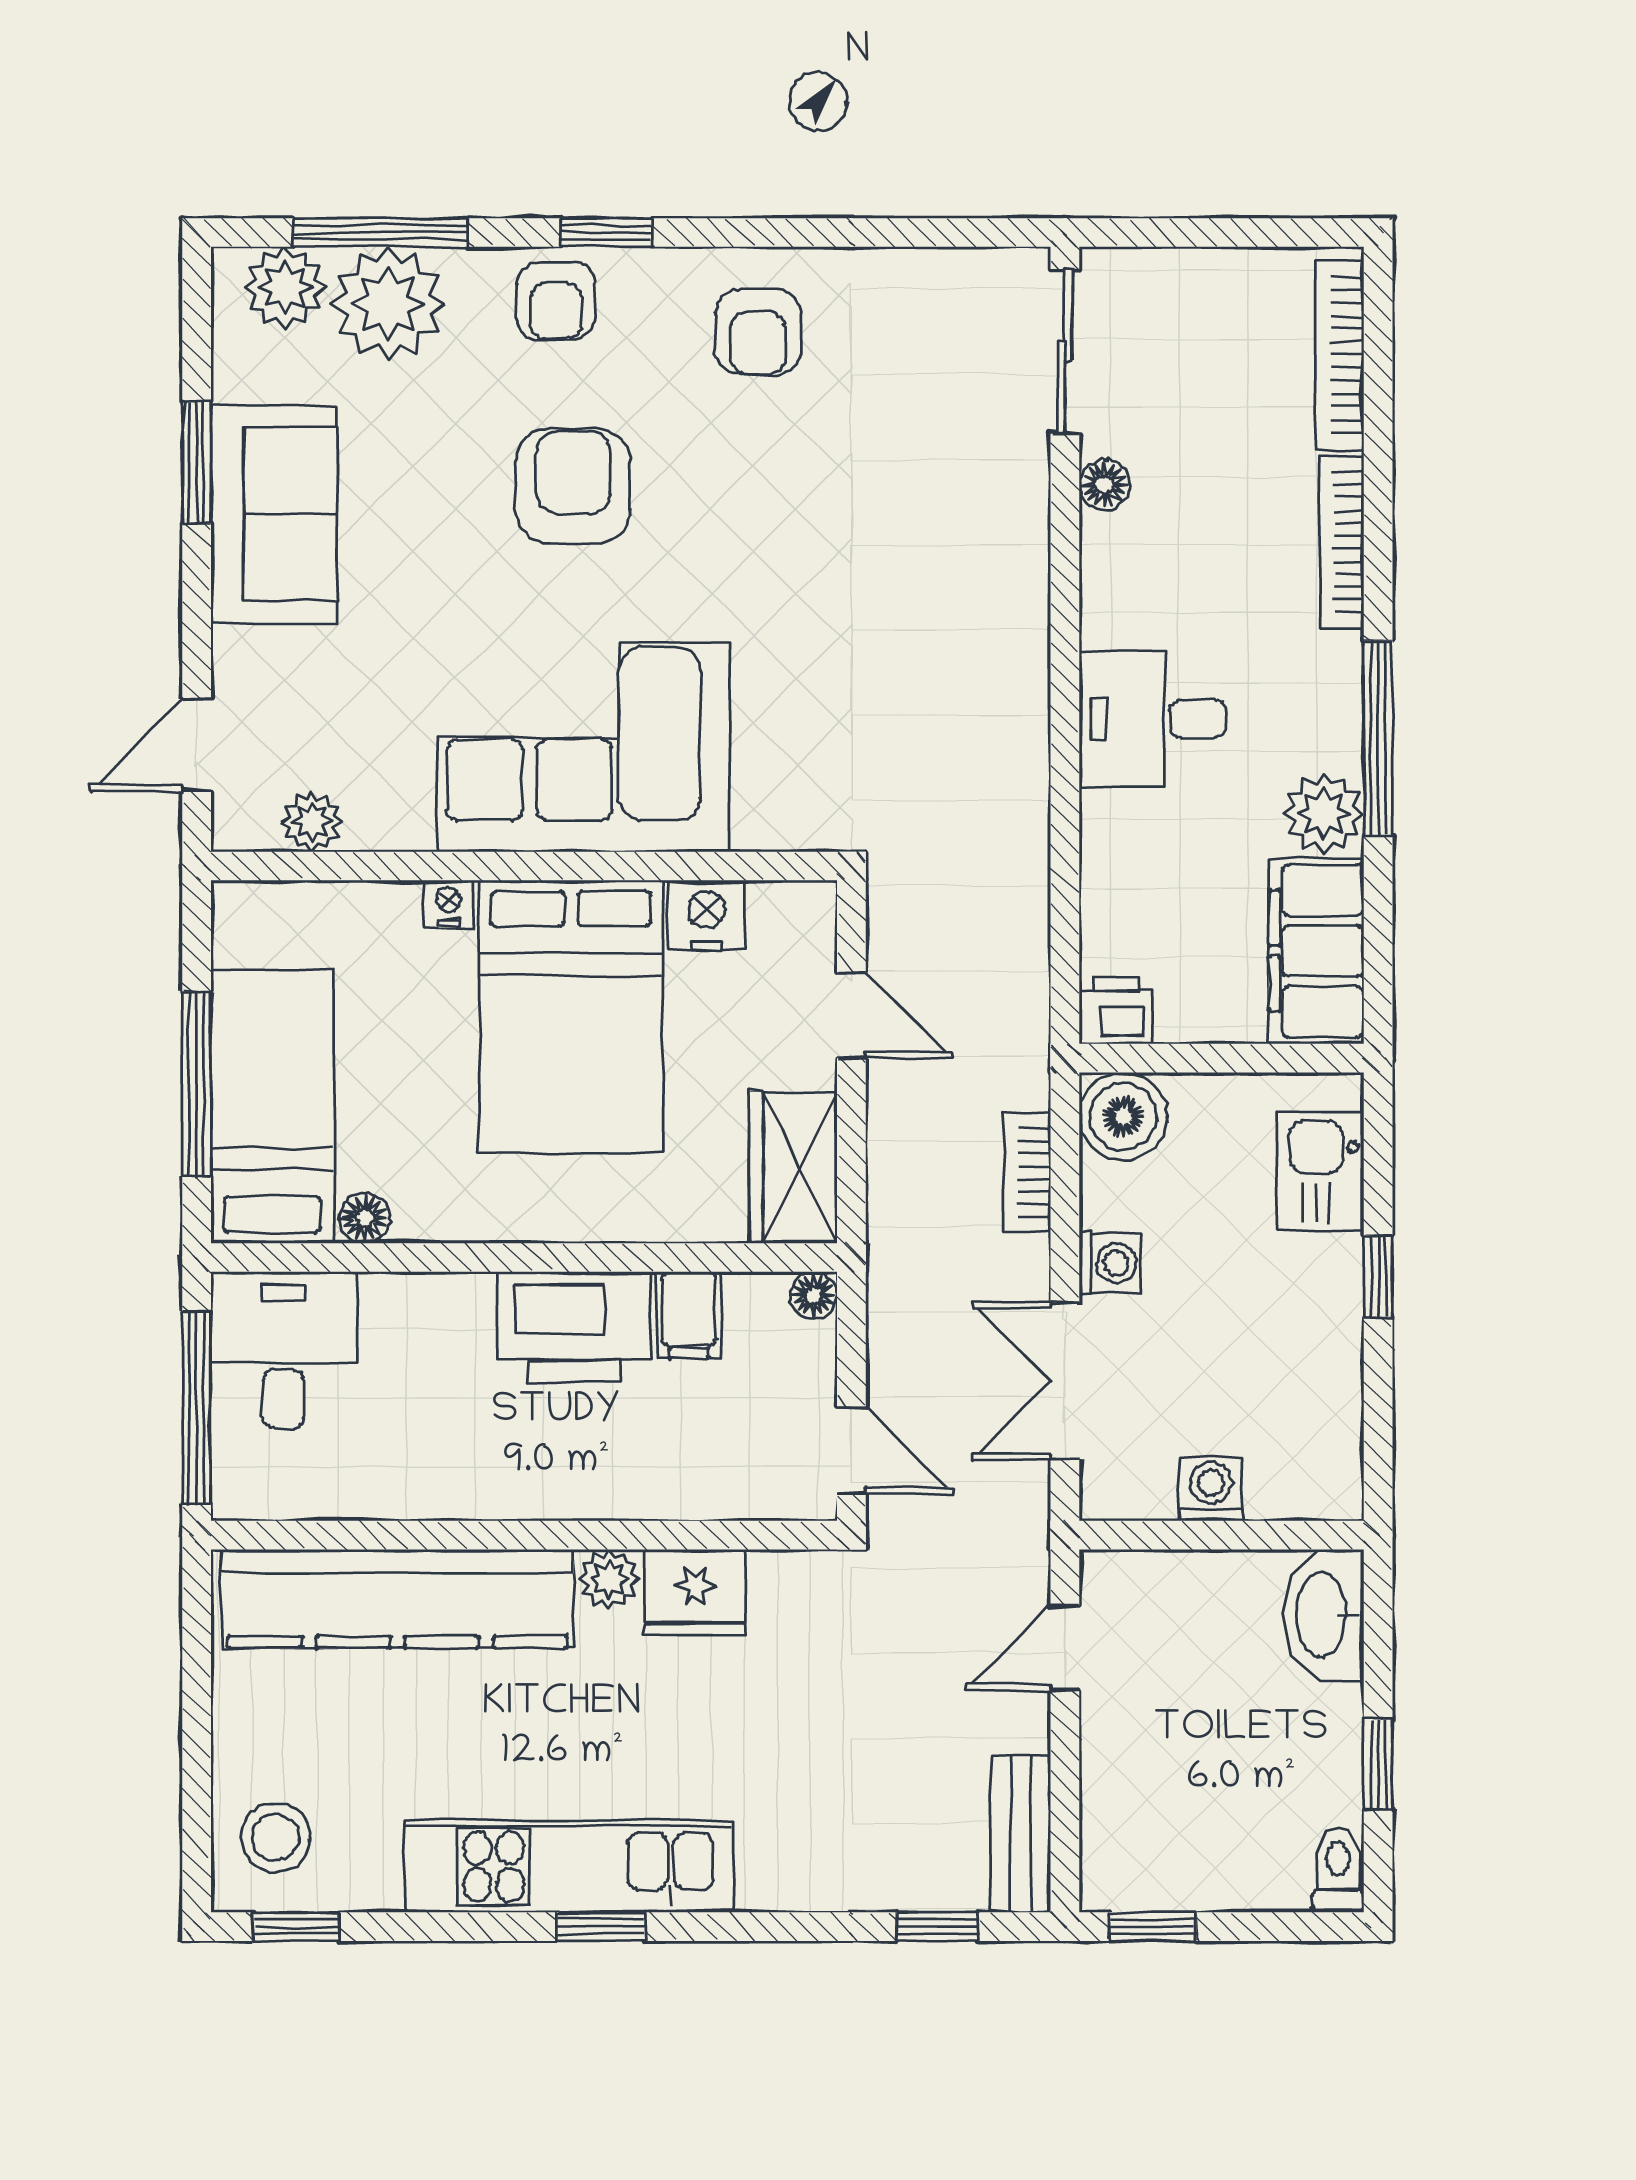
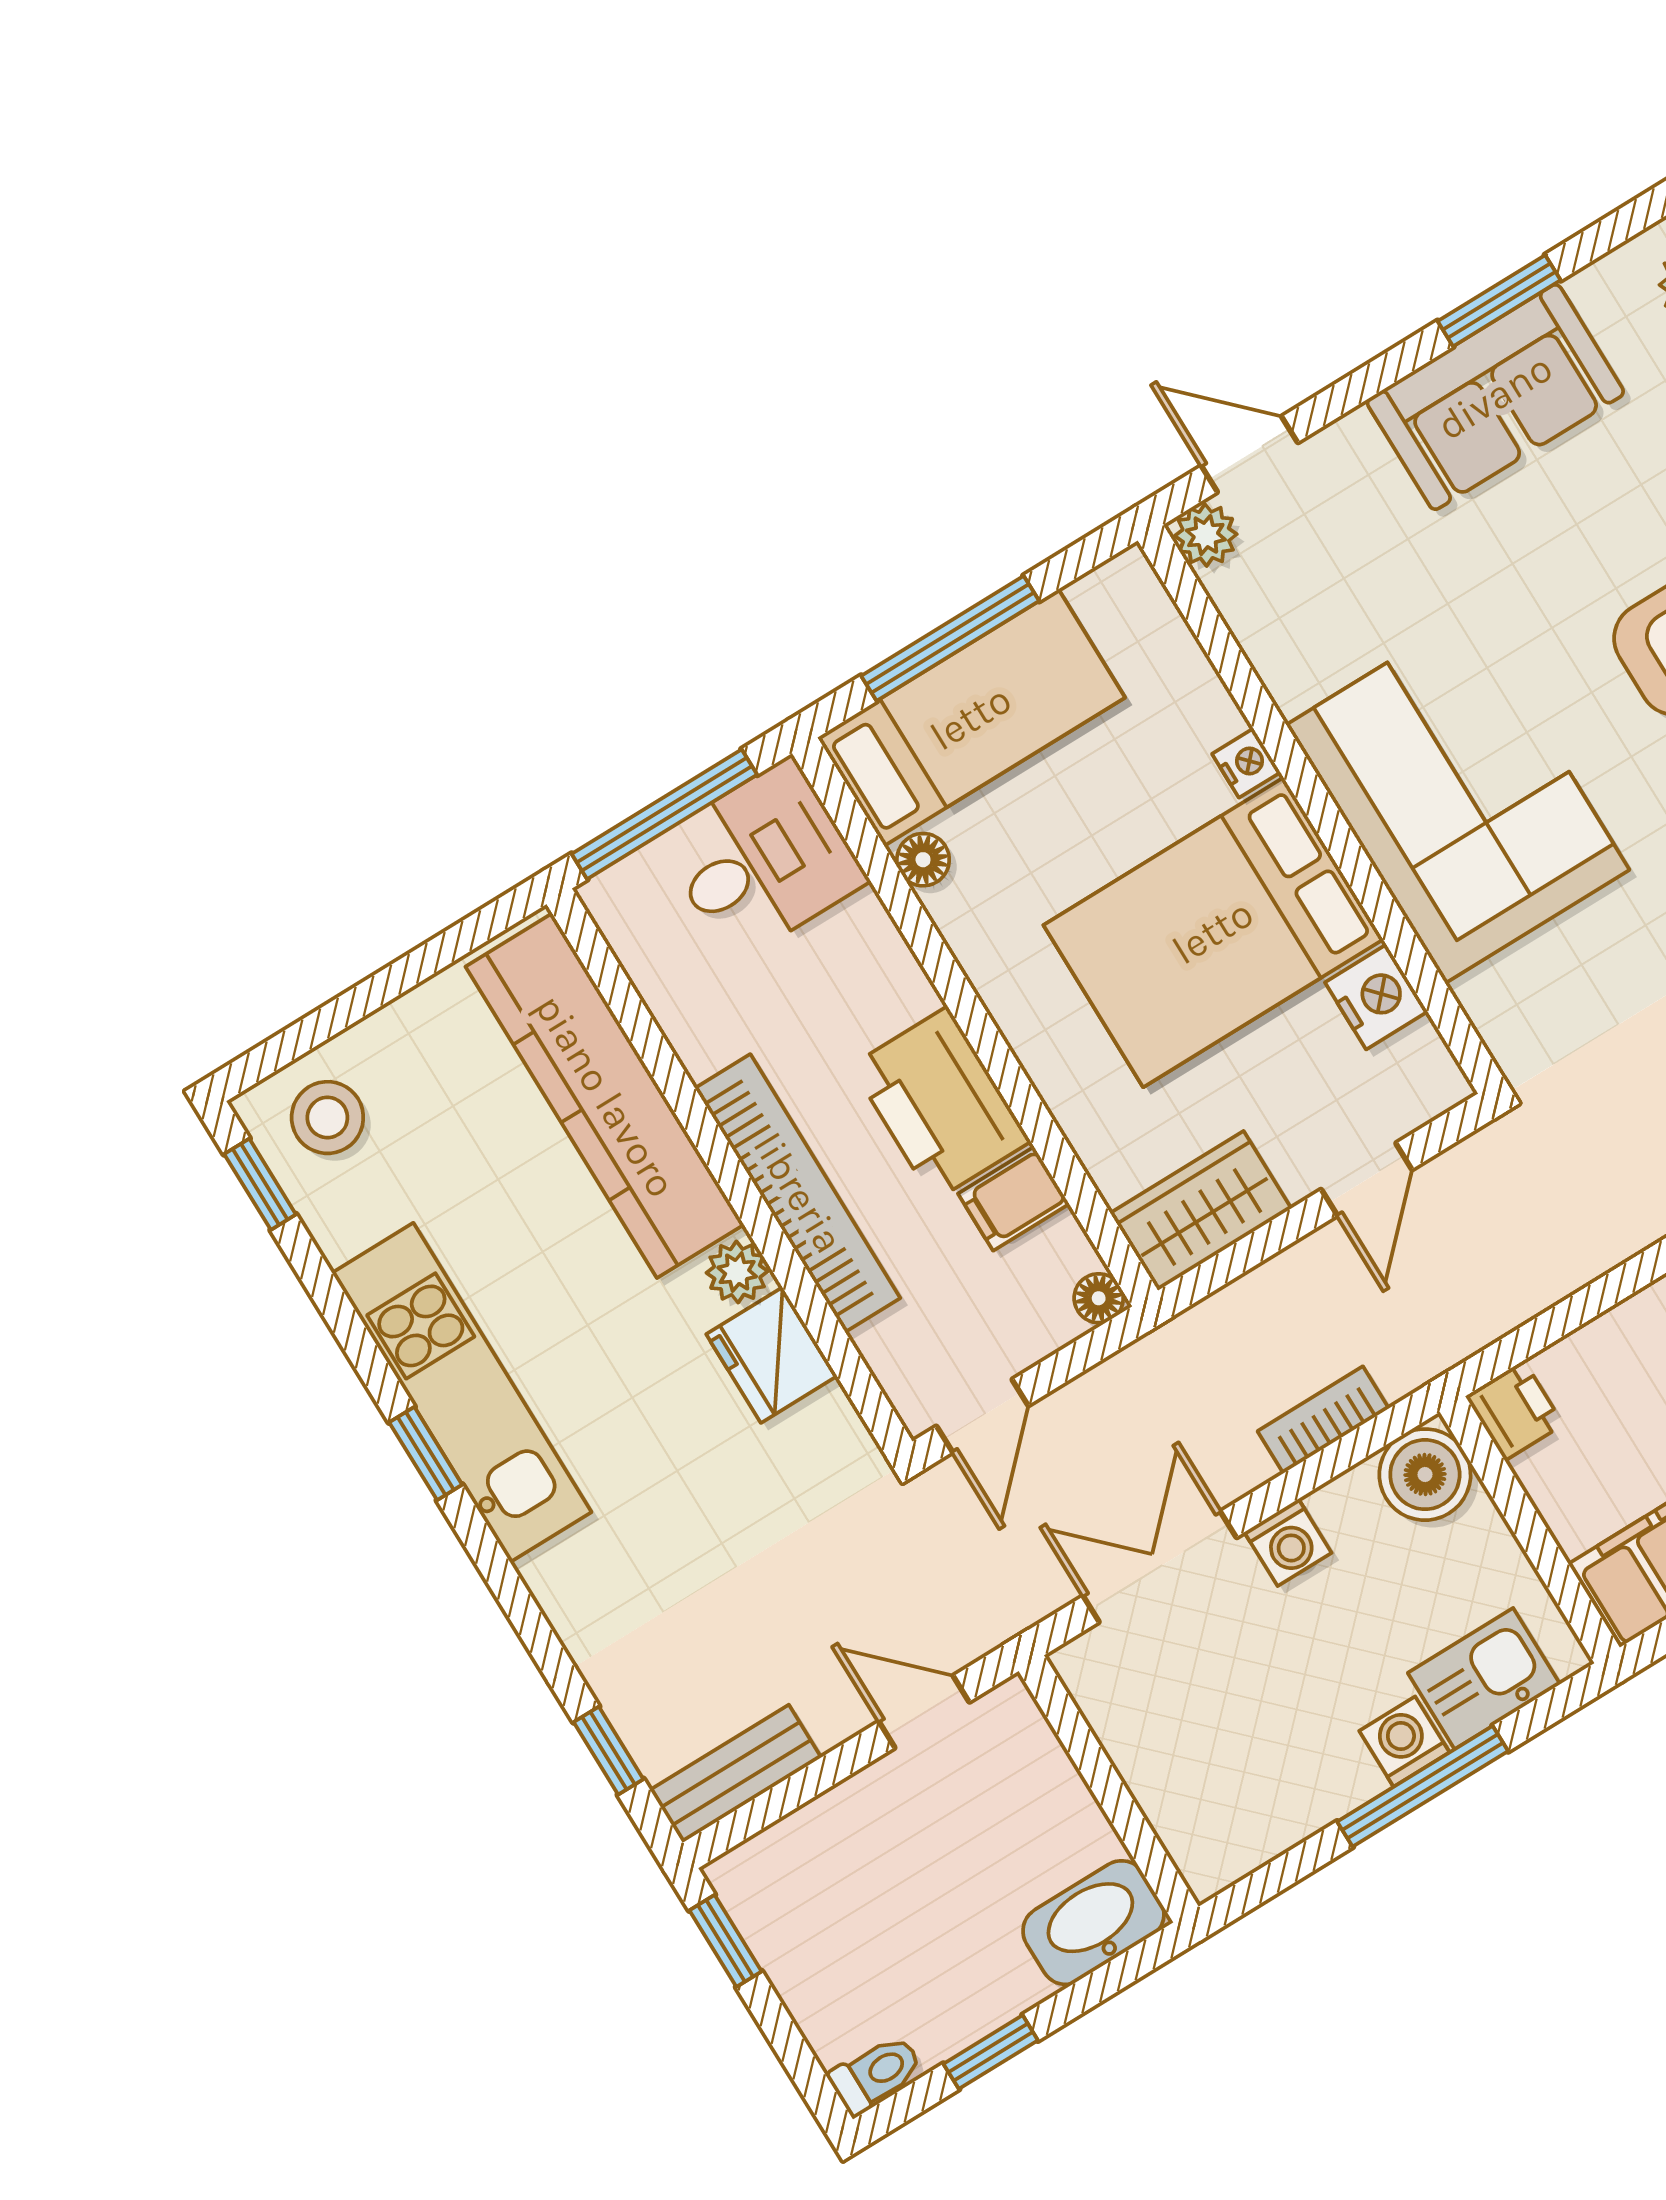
plant: (312, 822) -> (1206, 535), moved
window: (1378, 1276) -> (1423, 1786), width x2.17
bookcase: (575, 1489) -> (798, 1193), added
washing machine: (1211, 1489) -> (1404, 1742), moved, turned -90

